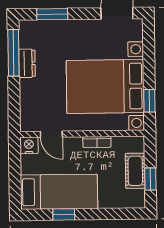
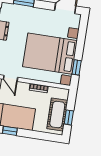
cot: (135, 171) -> (57, 115), width x1.37, depth x1.34

